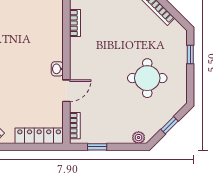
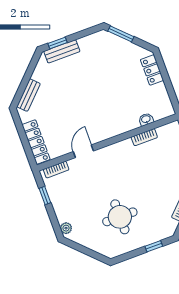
washbasin: (57, 69) -> (146, 119), moved
door: (66, 91) -> (83, 151), swing flipped
window: (170, 125) -> (86, 251), removed

